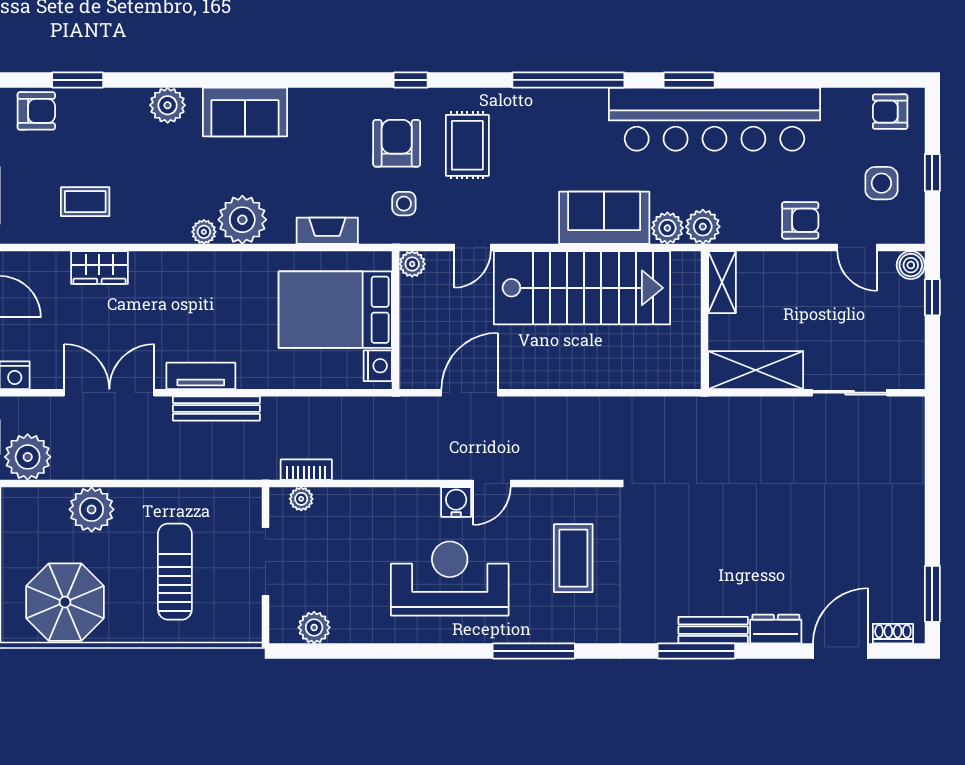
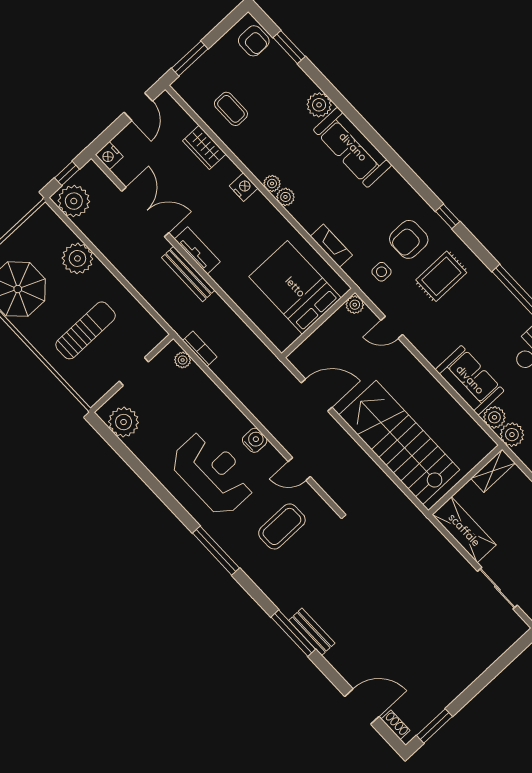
sofa: (245, 112) -> (353, 147), width x1.36
armchair: (397, 143) -> (409, 239), turned 180
plant: (242, 220) -> (285, 197), width x0.53, depth x0.53
stairs: (582, 288) -> (399, 442), moved, turned 180
nightstand: (378, 366) -> (244, 187), moved, turned -90
door: (492, 484) -> (299, 469), moved
doorway: (265, 561) -> (134, 372), width x0.73
plant: (314, 627) -> (124, 422), width x1.36, depth x1.36
dresser: (776, 629) -> (342, 663), removed

